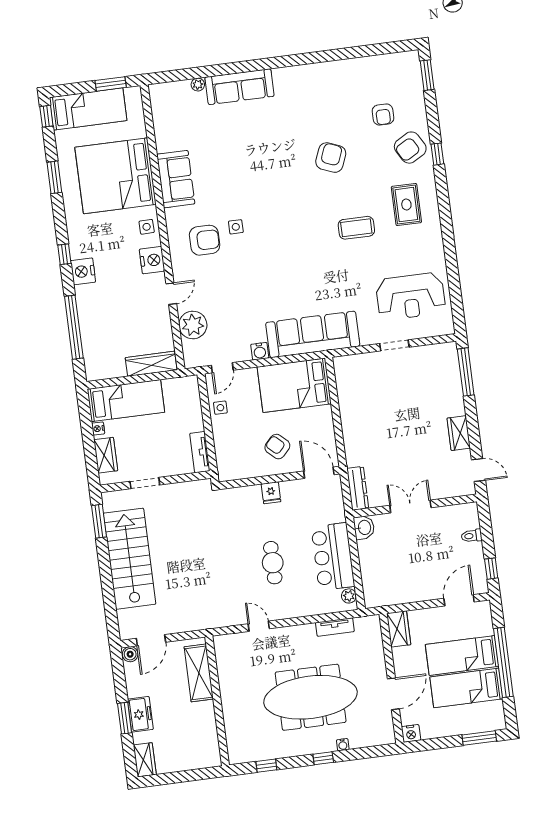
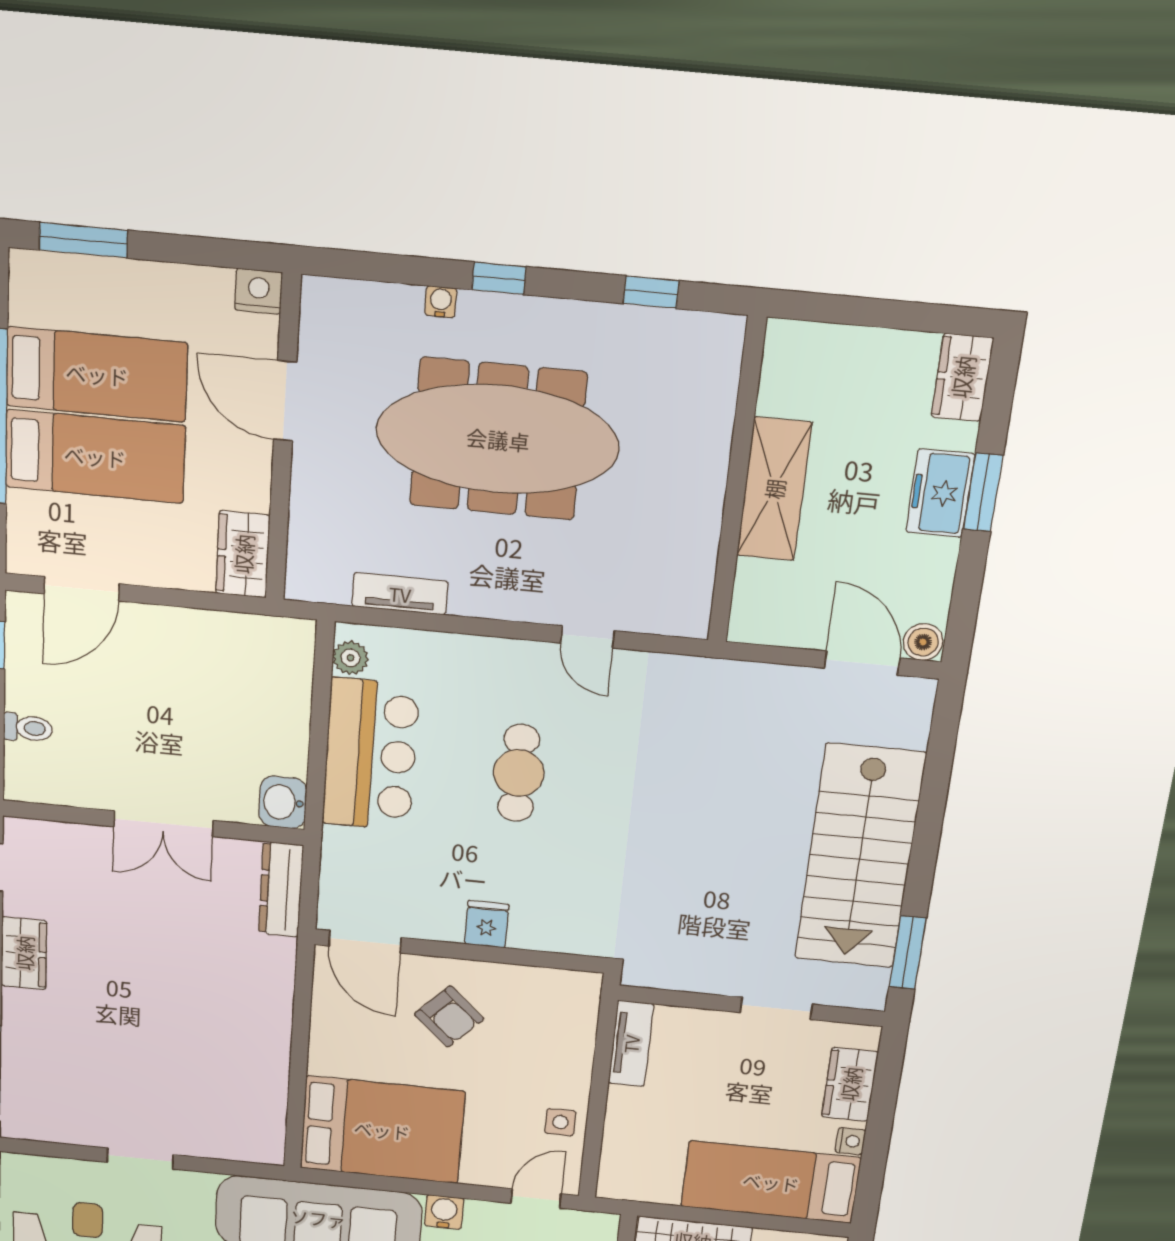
door: (151, 640) -> (862, 663), hinge flipped
shelving: (199, 673) -> (774, 489), moved
door: (393, 694) -> (285, 401), hinge flipped

